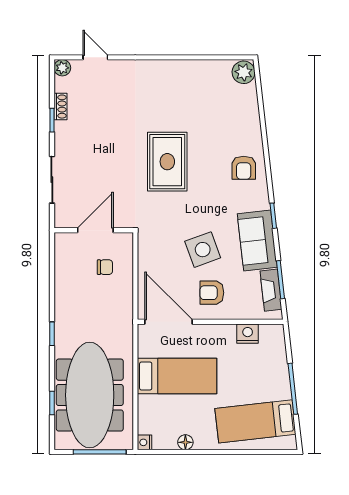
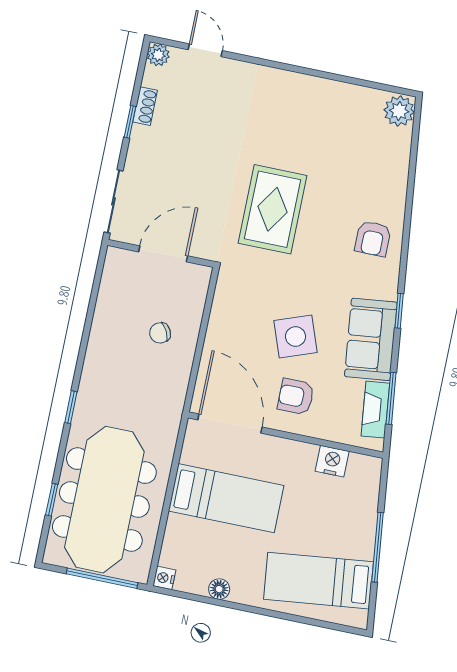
wall: (94, 230) -> (161, 253), moved
door: (95, 230) -> (163, 254), moved
chair: (105, 267) -> (160, 333), turned 152

